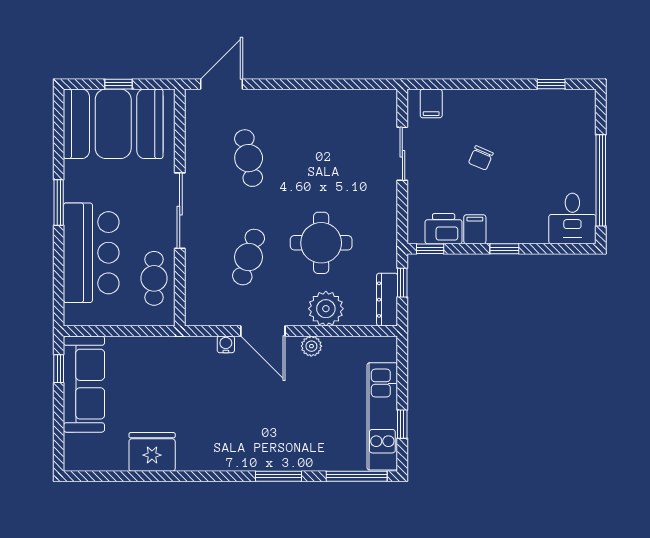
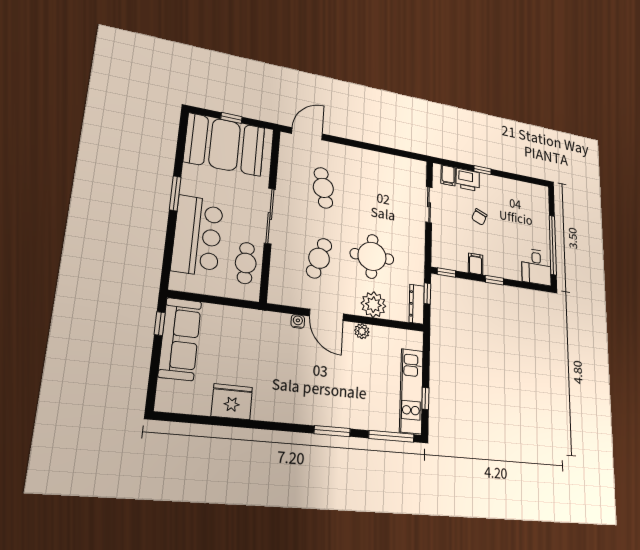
window: (551, 84) -> (483, 170), moved
printer: (444, 229) -> (468, 180), moved, turned 180

